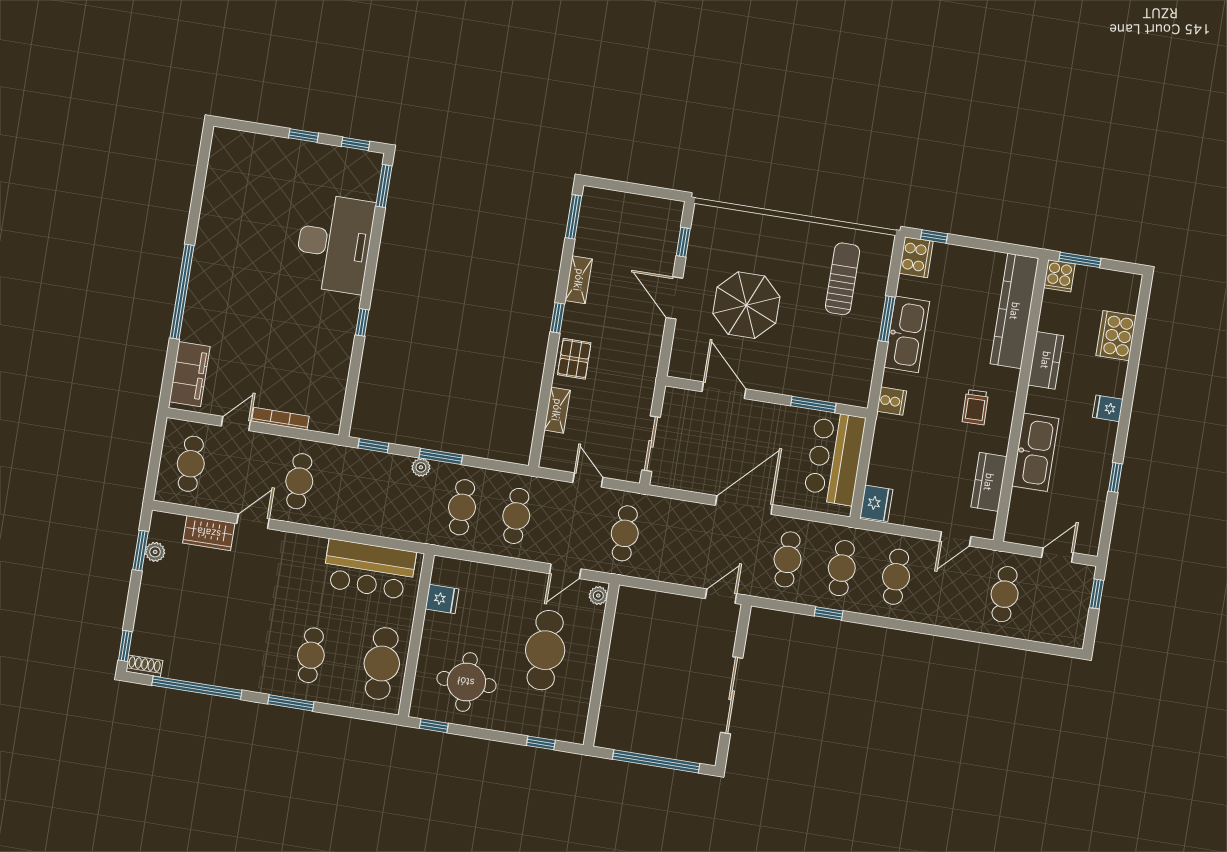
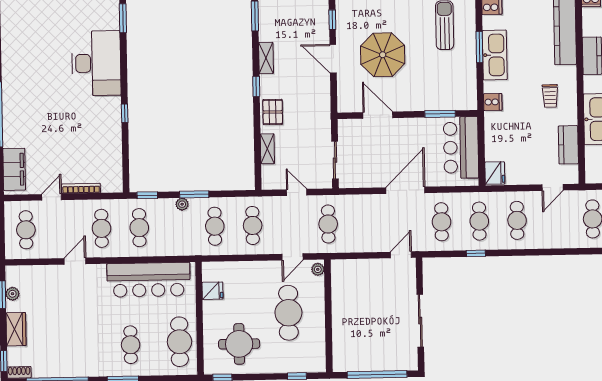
cafe table: (354, 490) -> (139, 228), added
wardrobe: (209, 533) -> (16, 329), moved, turned -90
bar counter: (369, 569) -> (148, 280), width x1.36

